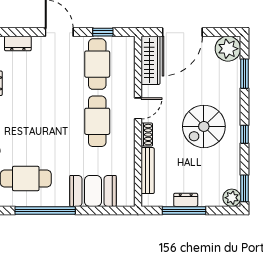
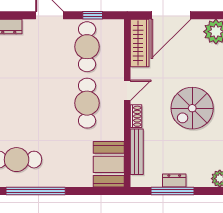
booth: (93, 191) -> (109, 164), moved, turned 90

